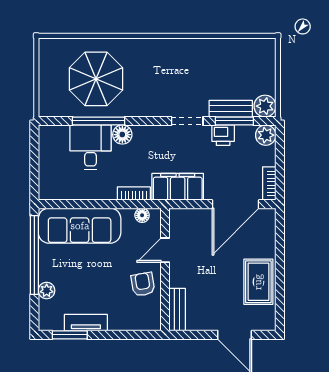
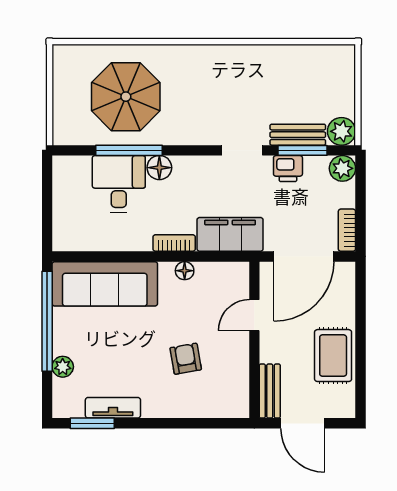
door: (165, 250) -> (254, 315), moved
wall: (165, 269) -> (254, 340), moved
bench: (177, 310) -> (270, 391), moved

